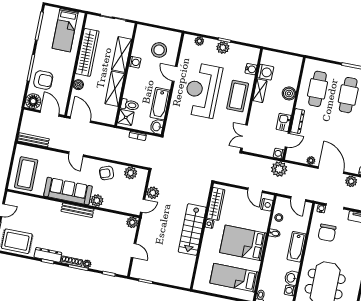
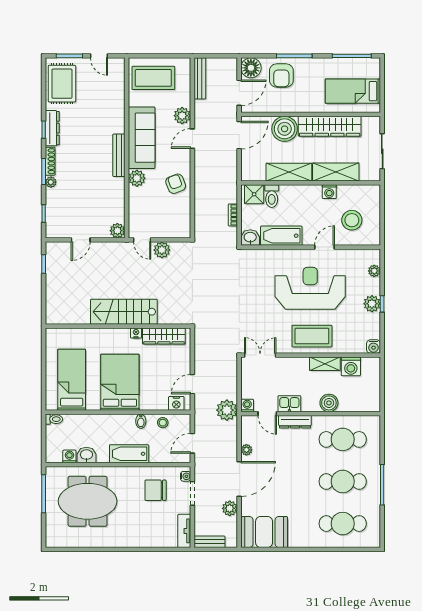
water cooler: (251, 69) -> (373, 347), moved
boiler: (78, 85) -> (285, 129), width x1.86, depth x1.86
plant: (131, 173) -> (182, 116), moved

